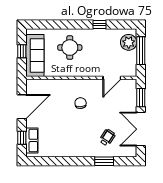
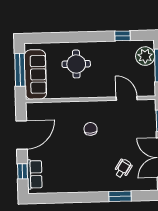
window: (99, 25) -> (122, 36), moved
window: (22, 51) -> (20, 70), width x2.17
door: (112, 78) -> (127, 98), swing flipped

